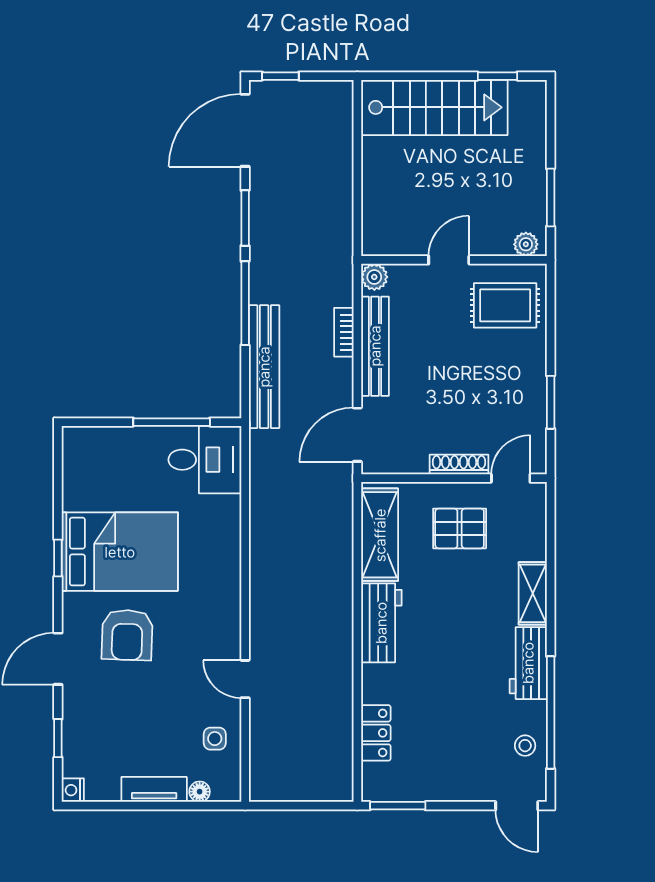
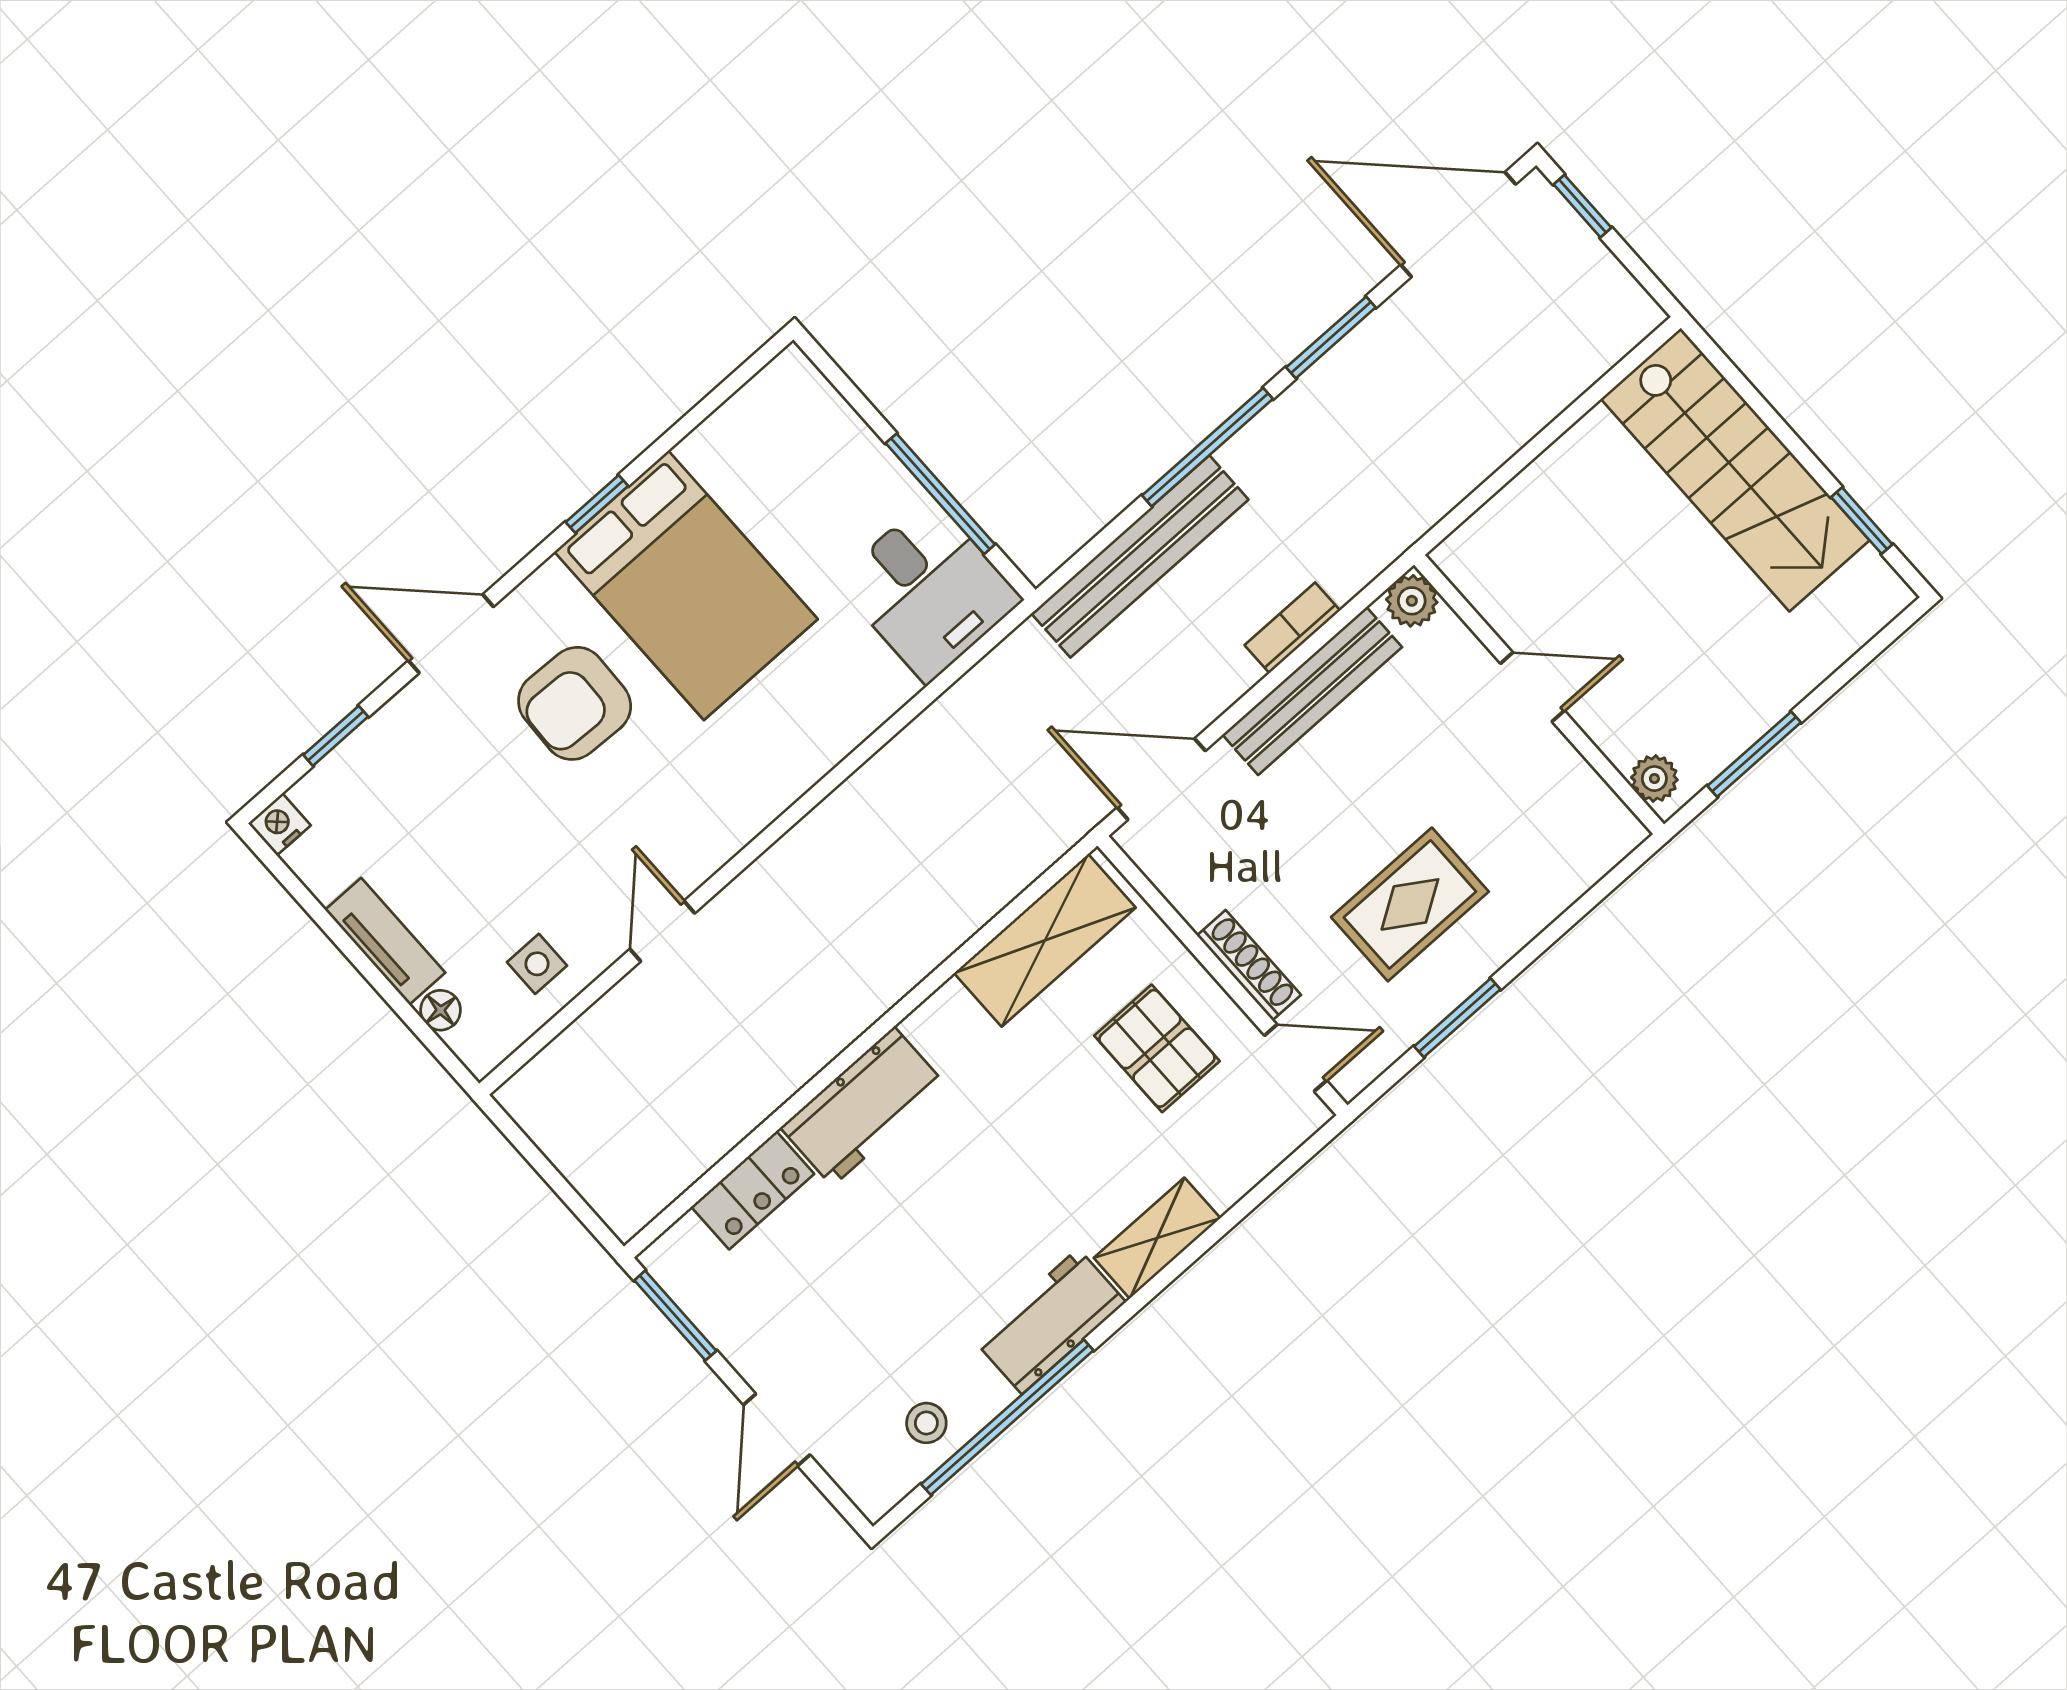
rug: (505, 305) -> (1410, 904), moved, turned 90
workbench: (381, 623) -> (863, 1106), moved
door: (517, 806) -> (777, 1430), moved

